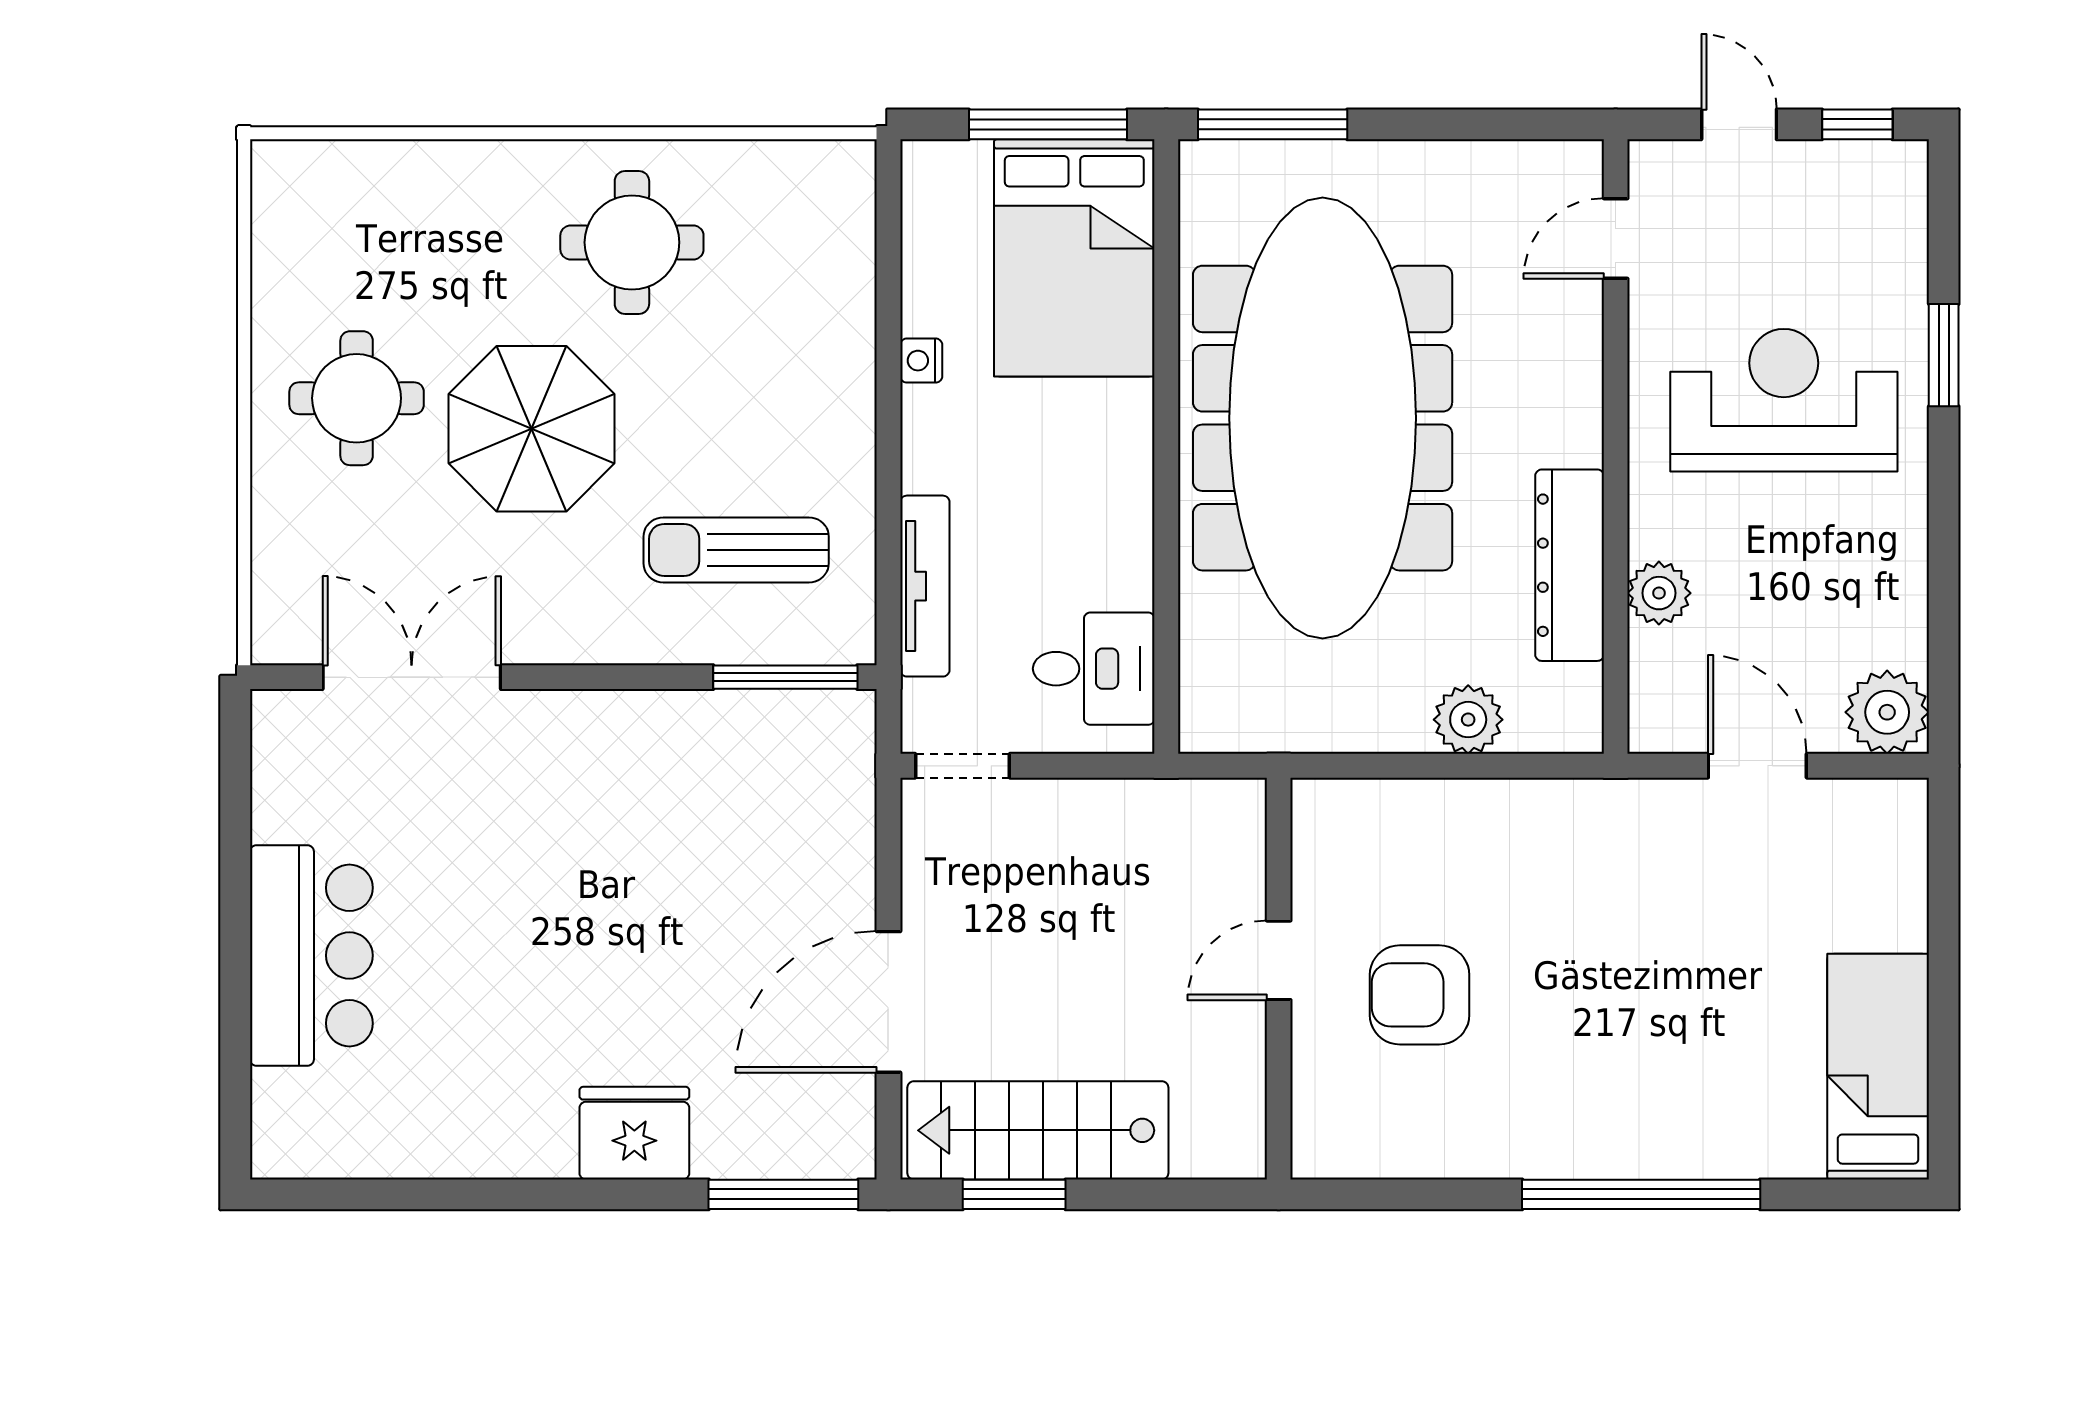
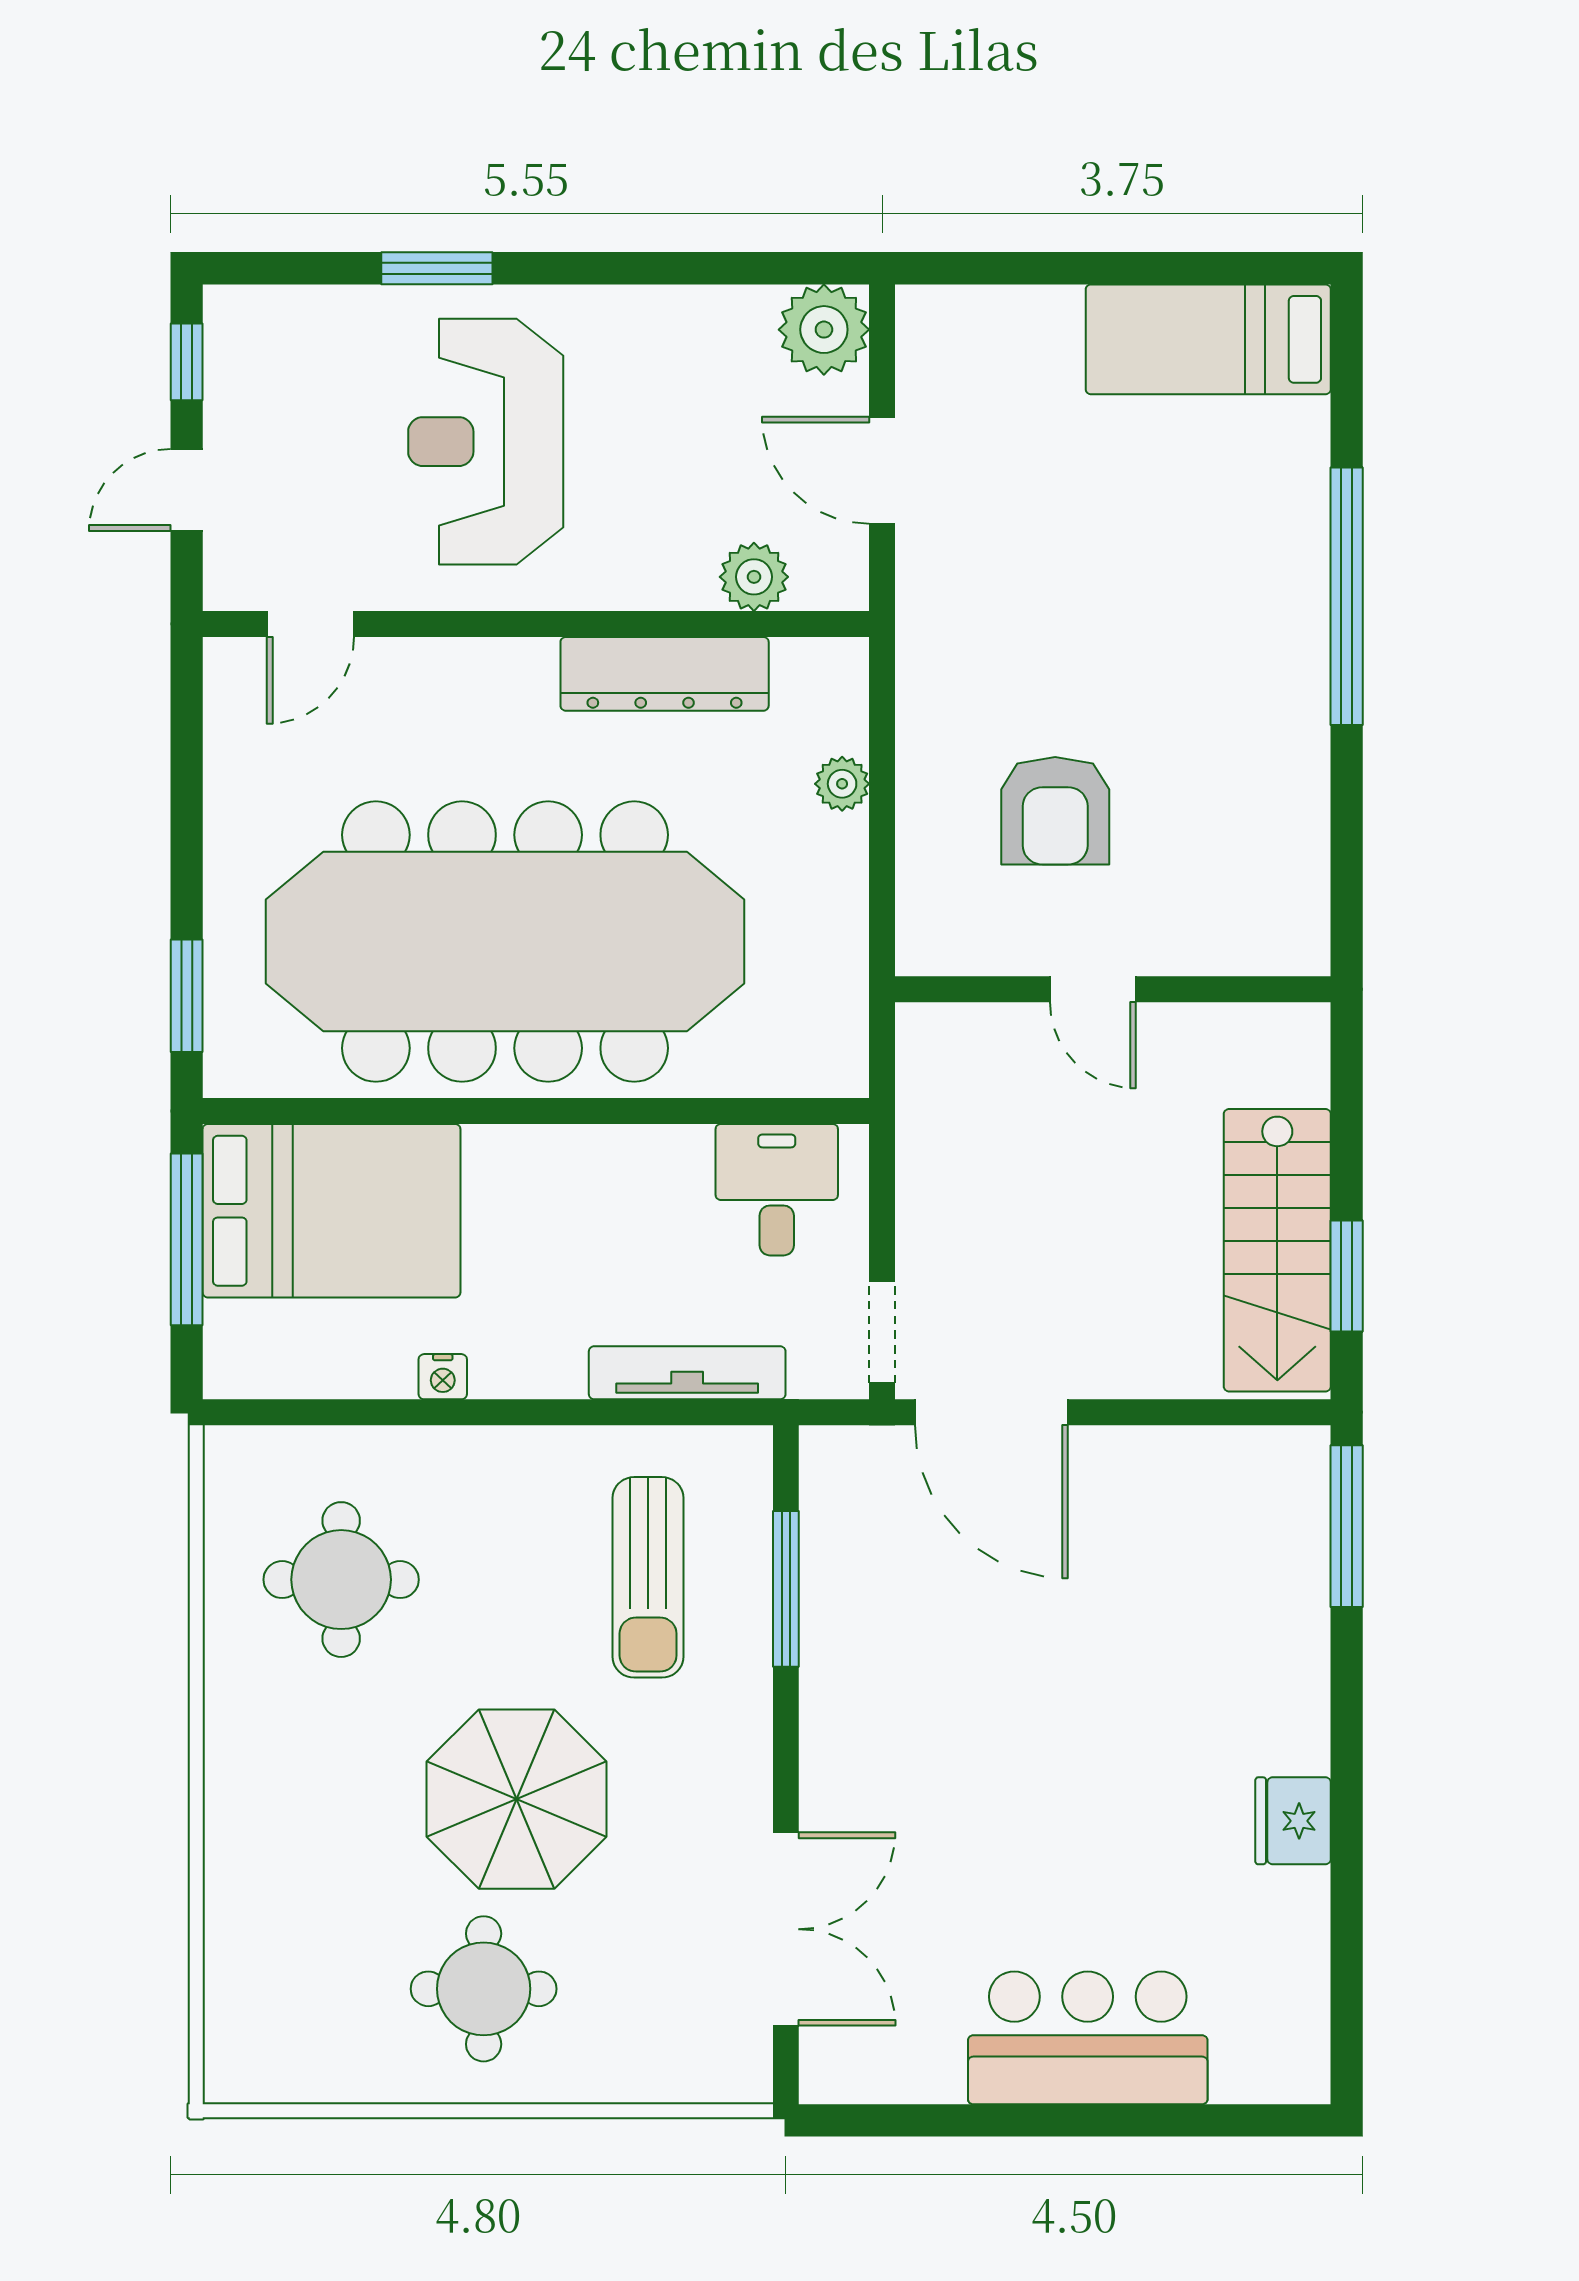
window: (1273, 124) -> (187, 996), width x0.69
door: (1616, 238) -> (310, 624), hinge flipped
round table: (632, 242) -> (341, 1580), moved
plant: (1659, 593) -> (754, 577), moved
double door: (412, 677) -> (786, 1929), swing flipped
window: (785, 677) -> (786, 1589), moved
plant: (1468, 720) -> (842, 784), width x0.73, depth x0.73
door: (1757, 766) -> (882, 470), hinge flipped
armchair: (1420, 995) -> (1055, 811), moved
door: (888, 1002) -> (991, 1412), moved
fridge: (634, 1133) -> (1293, 1821), moved, width x0.73, depth x0.75

